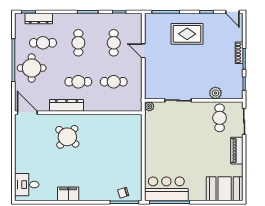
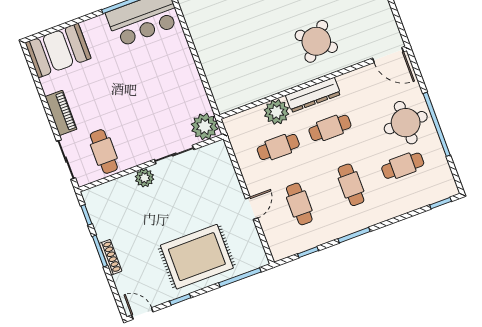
dresser: (39, 19) -> (422, 199), removed
rug: (187, 34) -> (197, 257), width x1.37, depth x1.44
door: (143, 51) -> (252, 208), hinge flipped
plant: (215, 93) -> (144, 178), moved
plant: (107, 103) -> (277, 112), added
dresser: (67, 105) -> (313, 95), moved
plant: (149, 106) -> (205, 127), width x1.87, depth x1.87

